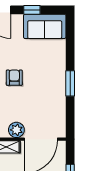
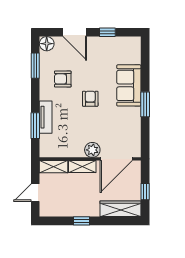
sofa: (45, 26) -> (129, 85), moved, turned 90

